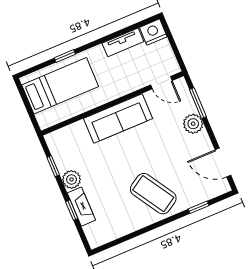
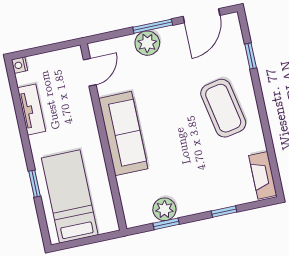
nightstand: (153, 32) -> (19, 65), width x0.53, depth x0.56
window: (198, 103) -> (153, 26), moved
plant: (72, 179) -> (164, 209), moved
coffee table: (153, 194) -> (223, 108), turned -69
fireplace: (81, 207) -> (263, 175), moved, turned -90

